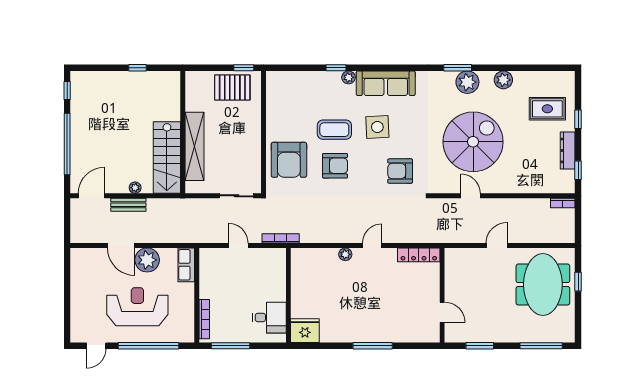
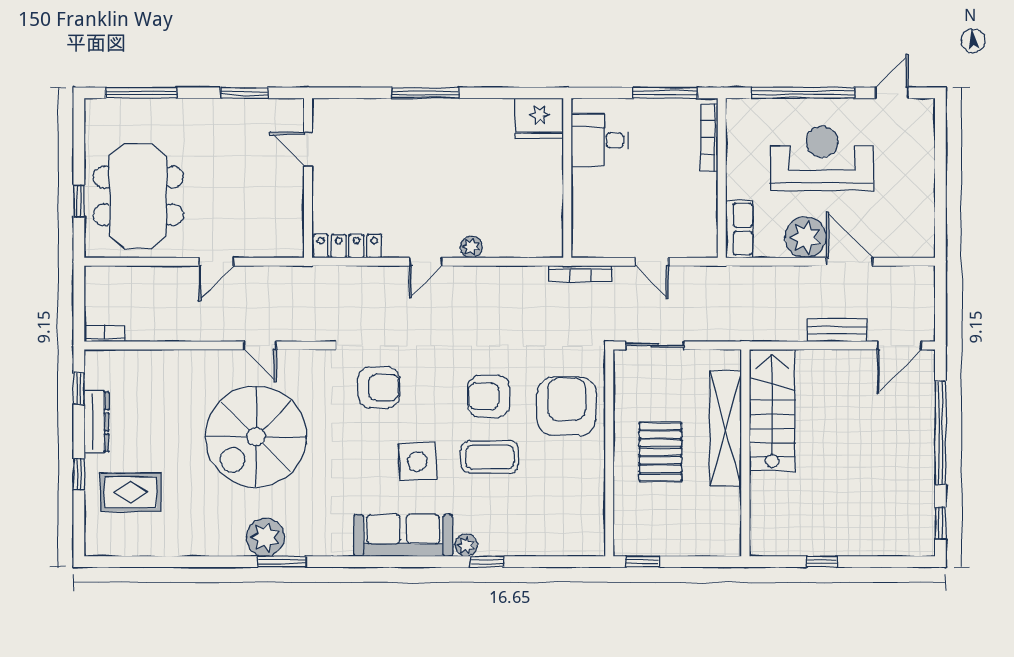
plant: (503, 80) -> (205, 541), removed
pallet: (232, 88) -> (660, 452), moved, turned 90
plant: (135, 188) -> (826, 359), removed
reception desk: (137, 307) -> (822, 159), turned 180

